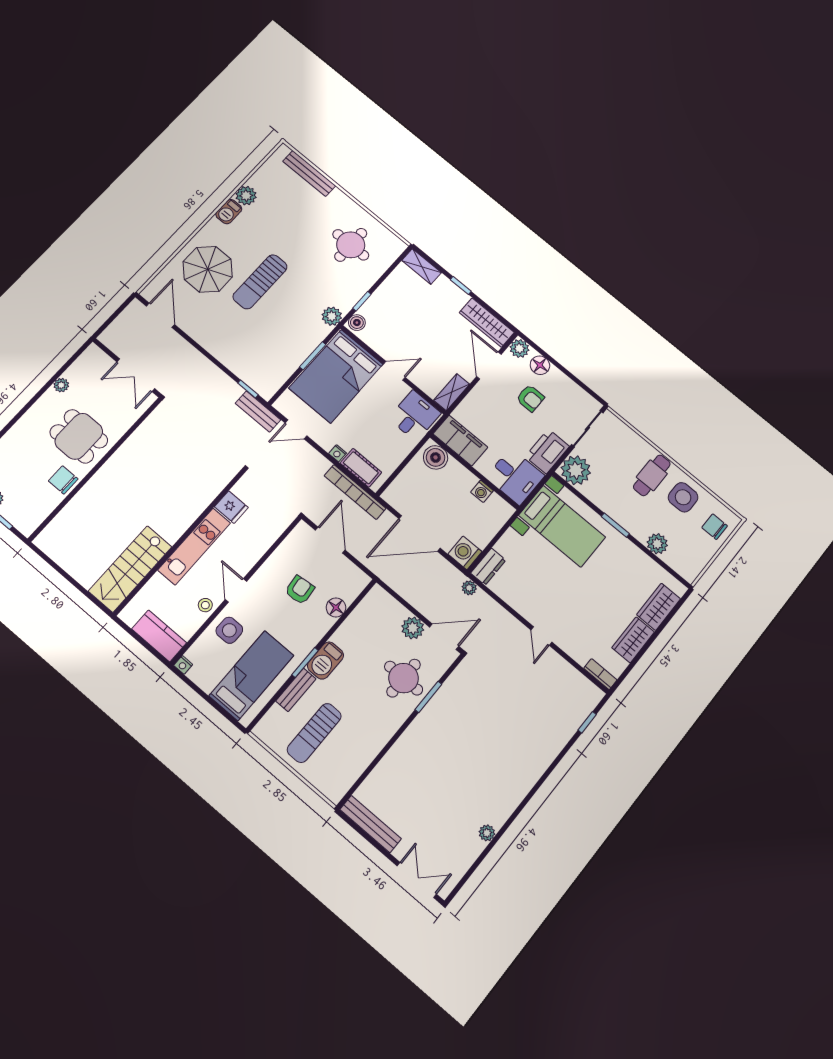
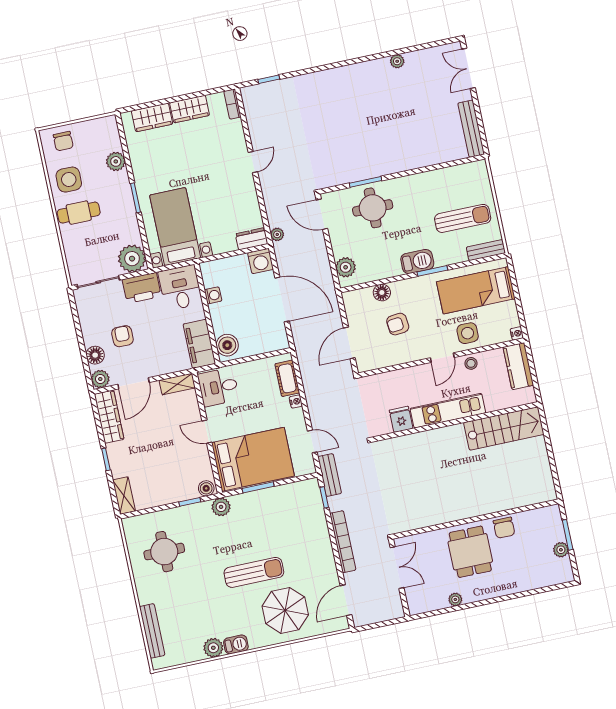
bookcase: (355, 492) -> (343, 542), moved
plant: (413, 628) -> (346, 267), moved
bench: (296, 690) -> (486, 250), moved

